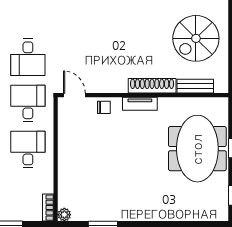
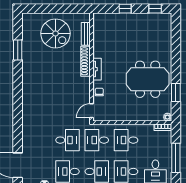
meeting table: (197, 149) -> (148, 79), moved

